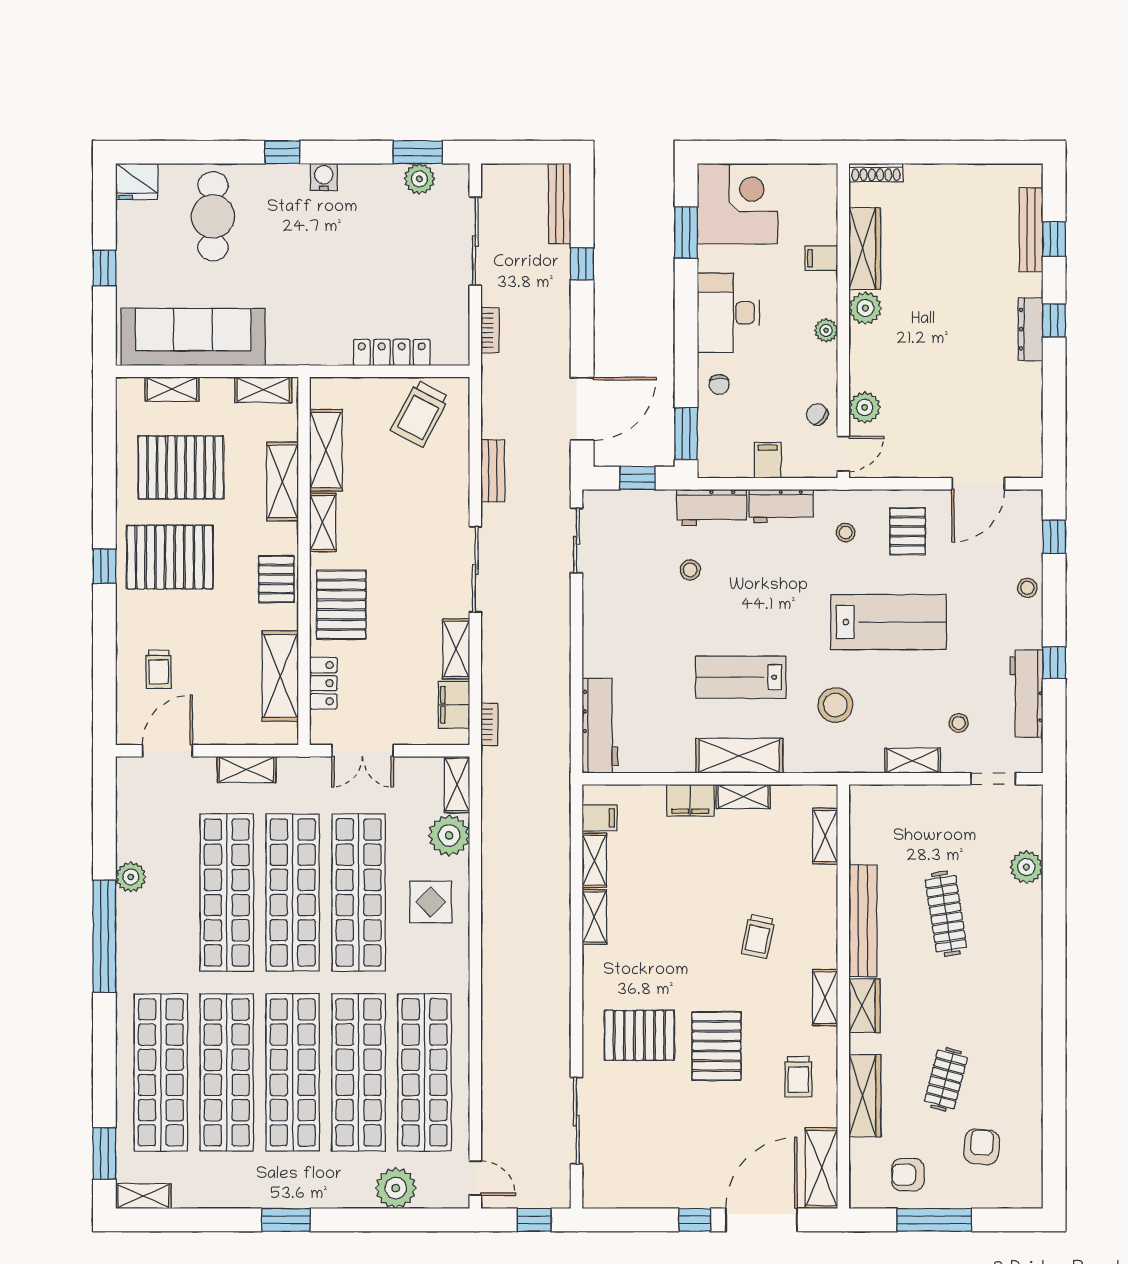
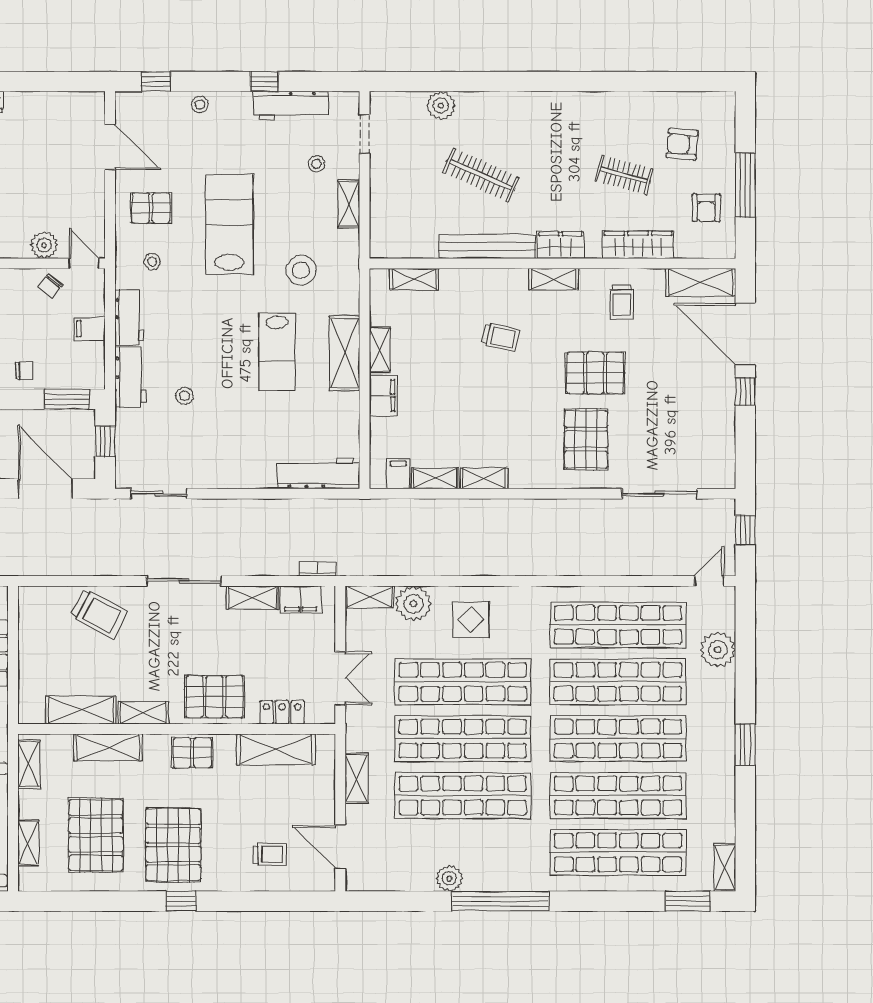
trolley: (420, 414) -> (99, 614), moved
bench: (493, 471) -> (99, 566), removed
clothes rail: (946, 914) -> (481, 175), turned 33
trolley: (798, 1077) -> (622, 302), turned 90

